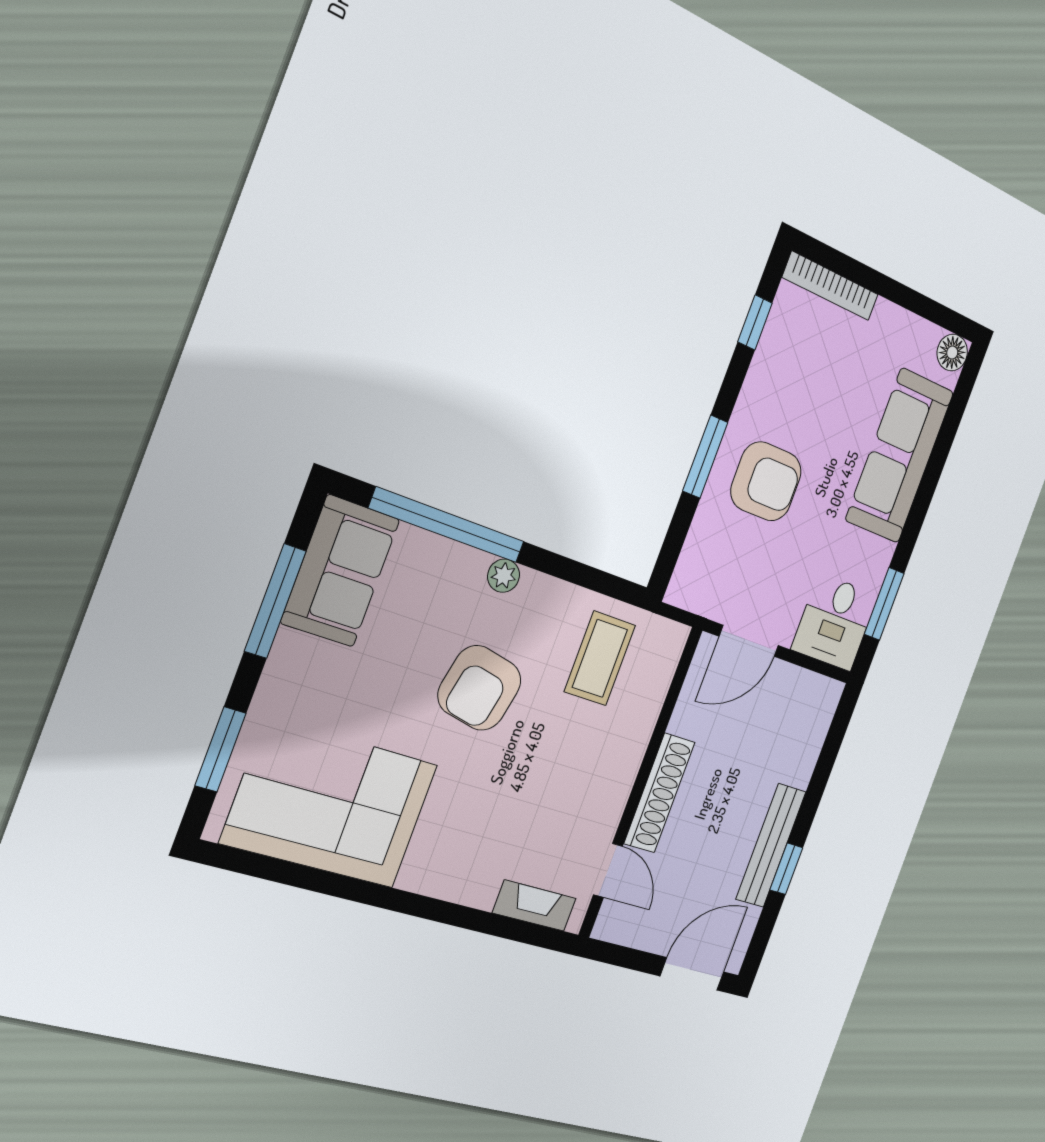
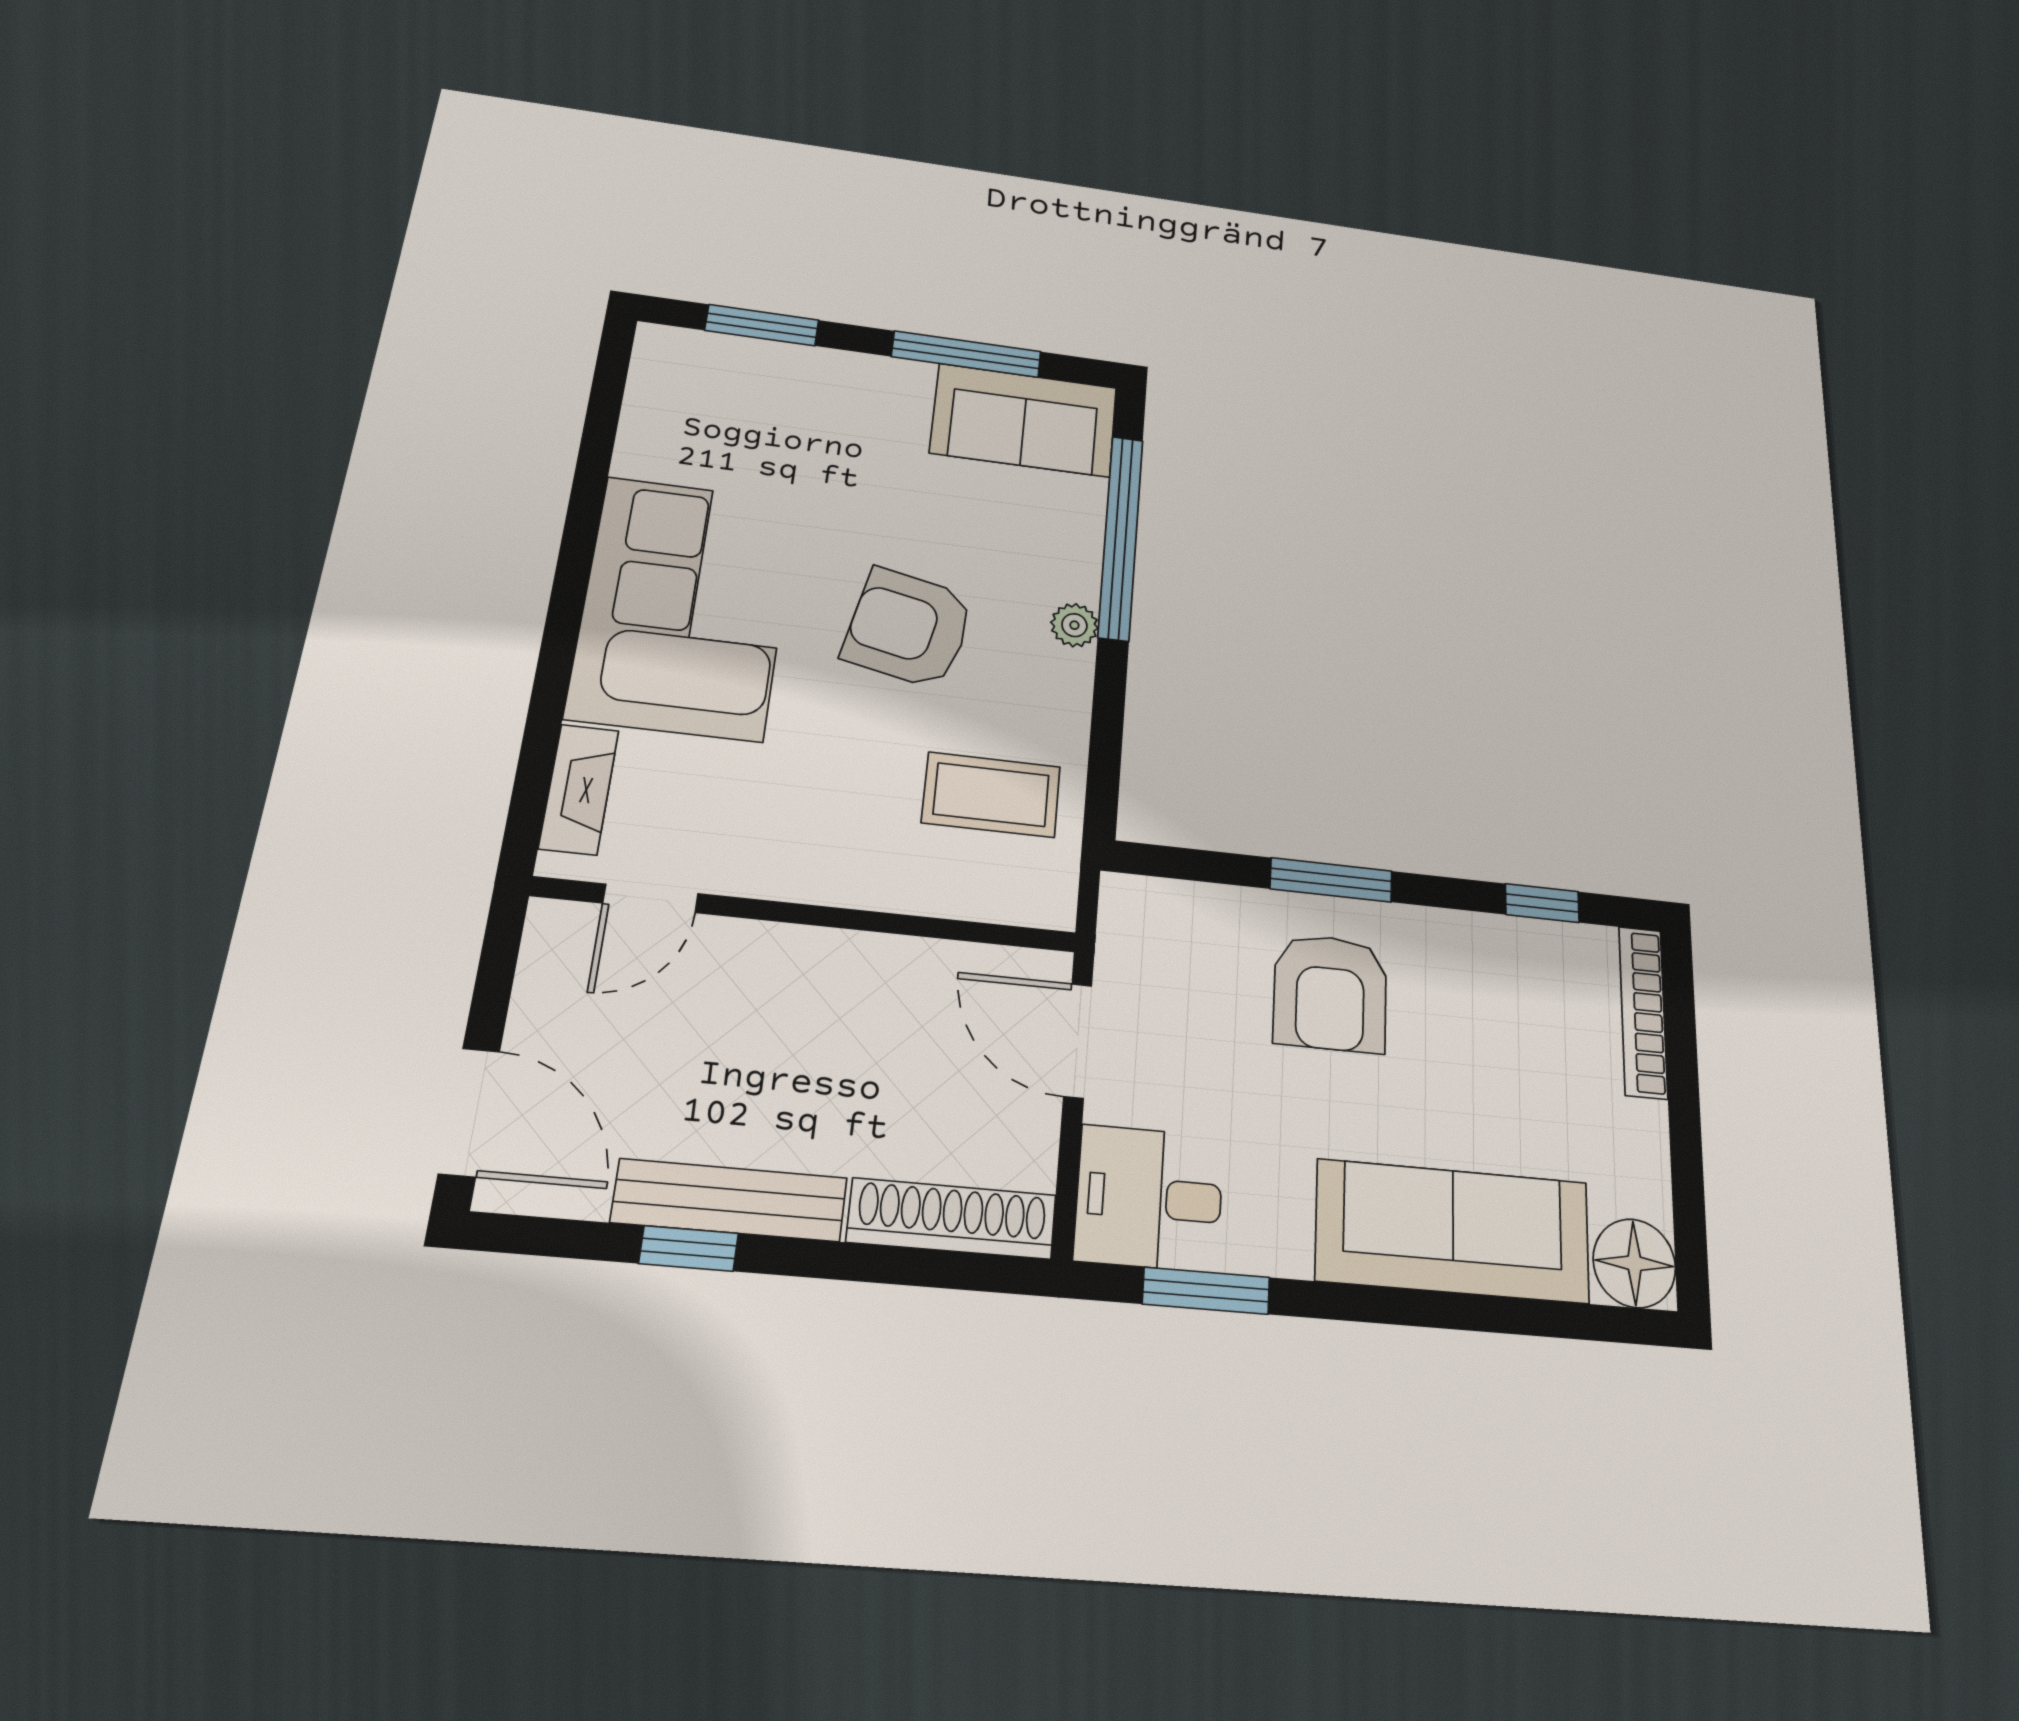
floor lamp: (952, 353) -> (1634, 1263), width x1.38, depth x1.38
shoe rack: (659, 793) -> (952, 1219), moved, turned 180
corner sofa: (330, 804) -> (684, 607), moved

